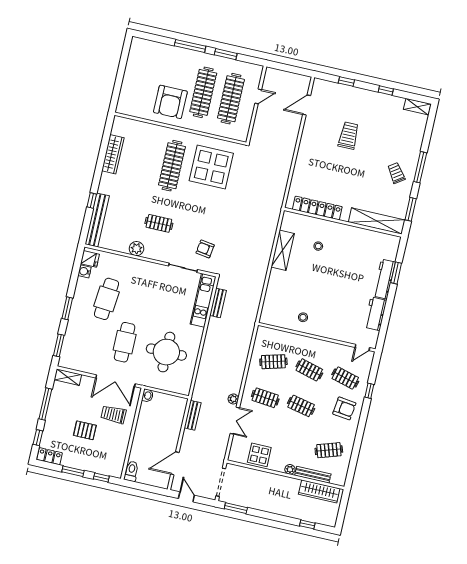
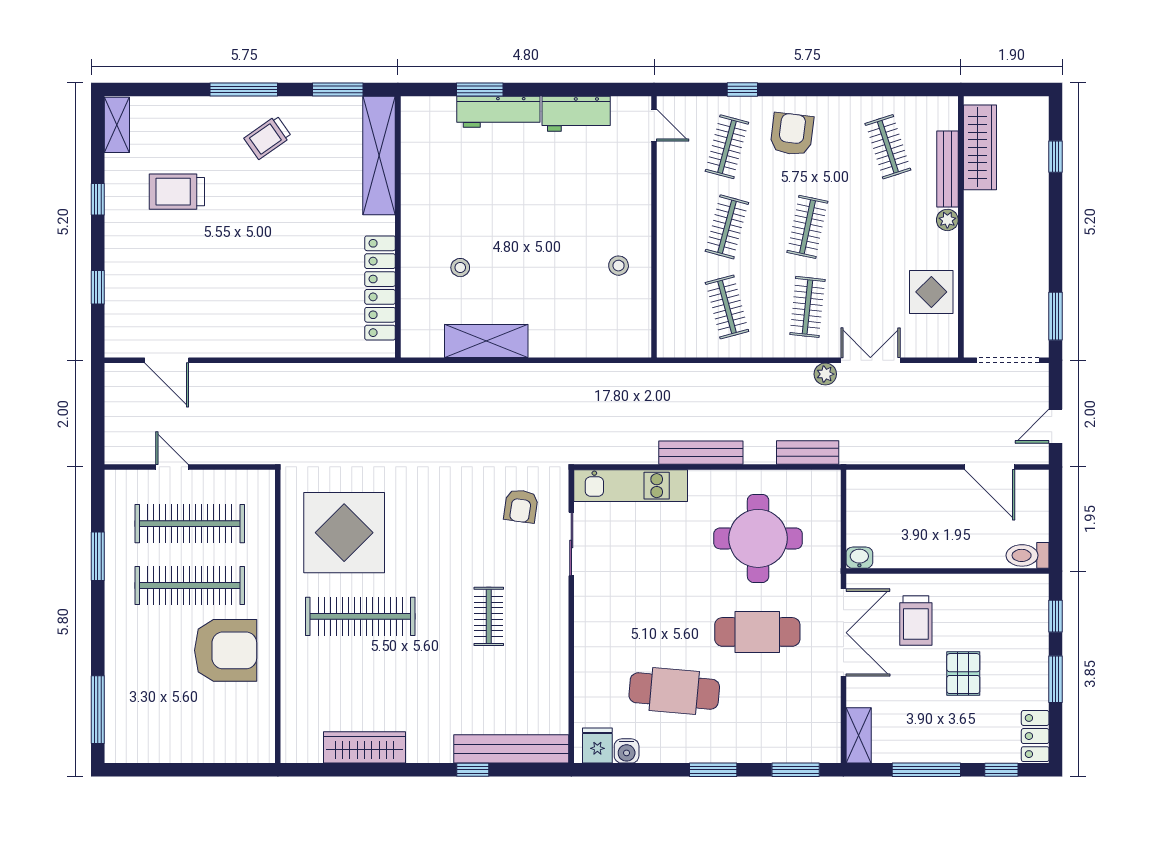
window: (190, 46) -> (98, 710), moved
trolley: (349, 136) -> (177, 192), moved
plant: (137, 249) -> (553, 652), removed
bench: (218, 303) -> (701, 453), moved, width x1.36
bench: (193, 415) -> (808, 452), moved

